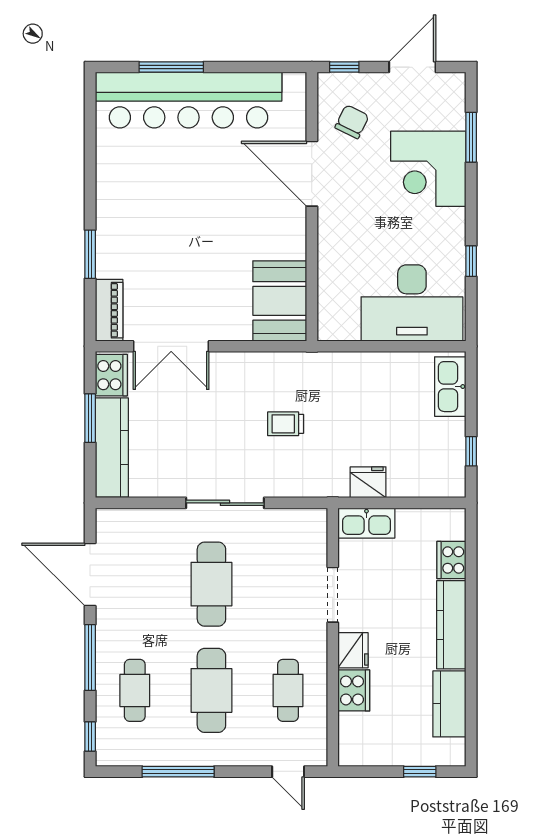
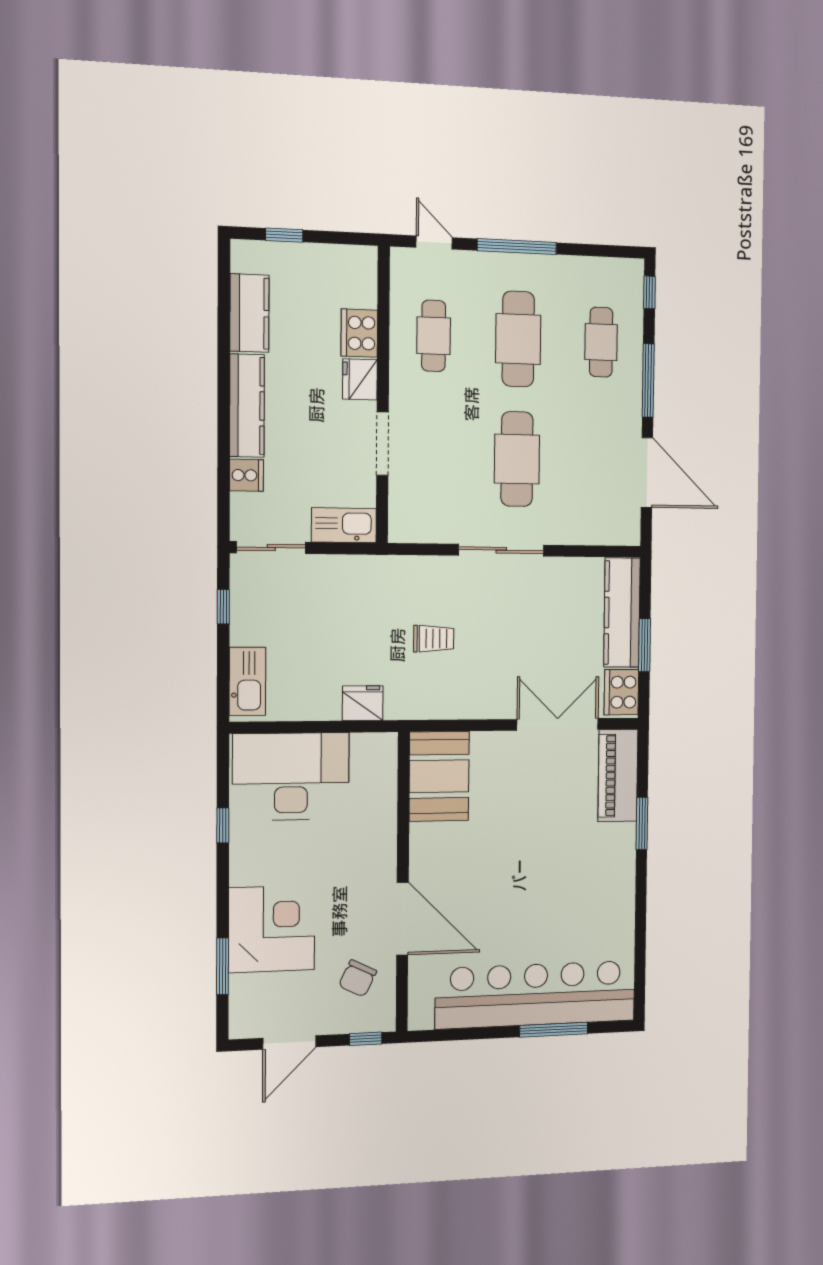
piano: (109, 310) -> (618, 776), width x1.37, depth x1.33
fridge: (368, 482) -> (363, 703), moved, turned 180
sliding door: (430, 503) -> (271, 548), added
cooker: (451, 560) -> (247, 475), width x0.73
window: (178, 772) -> (517, 247), moved

